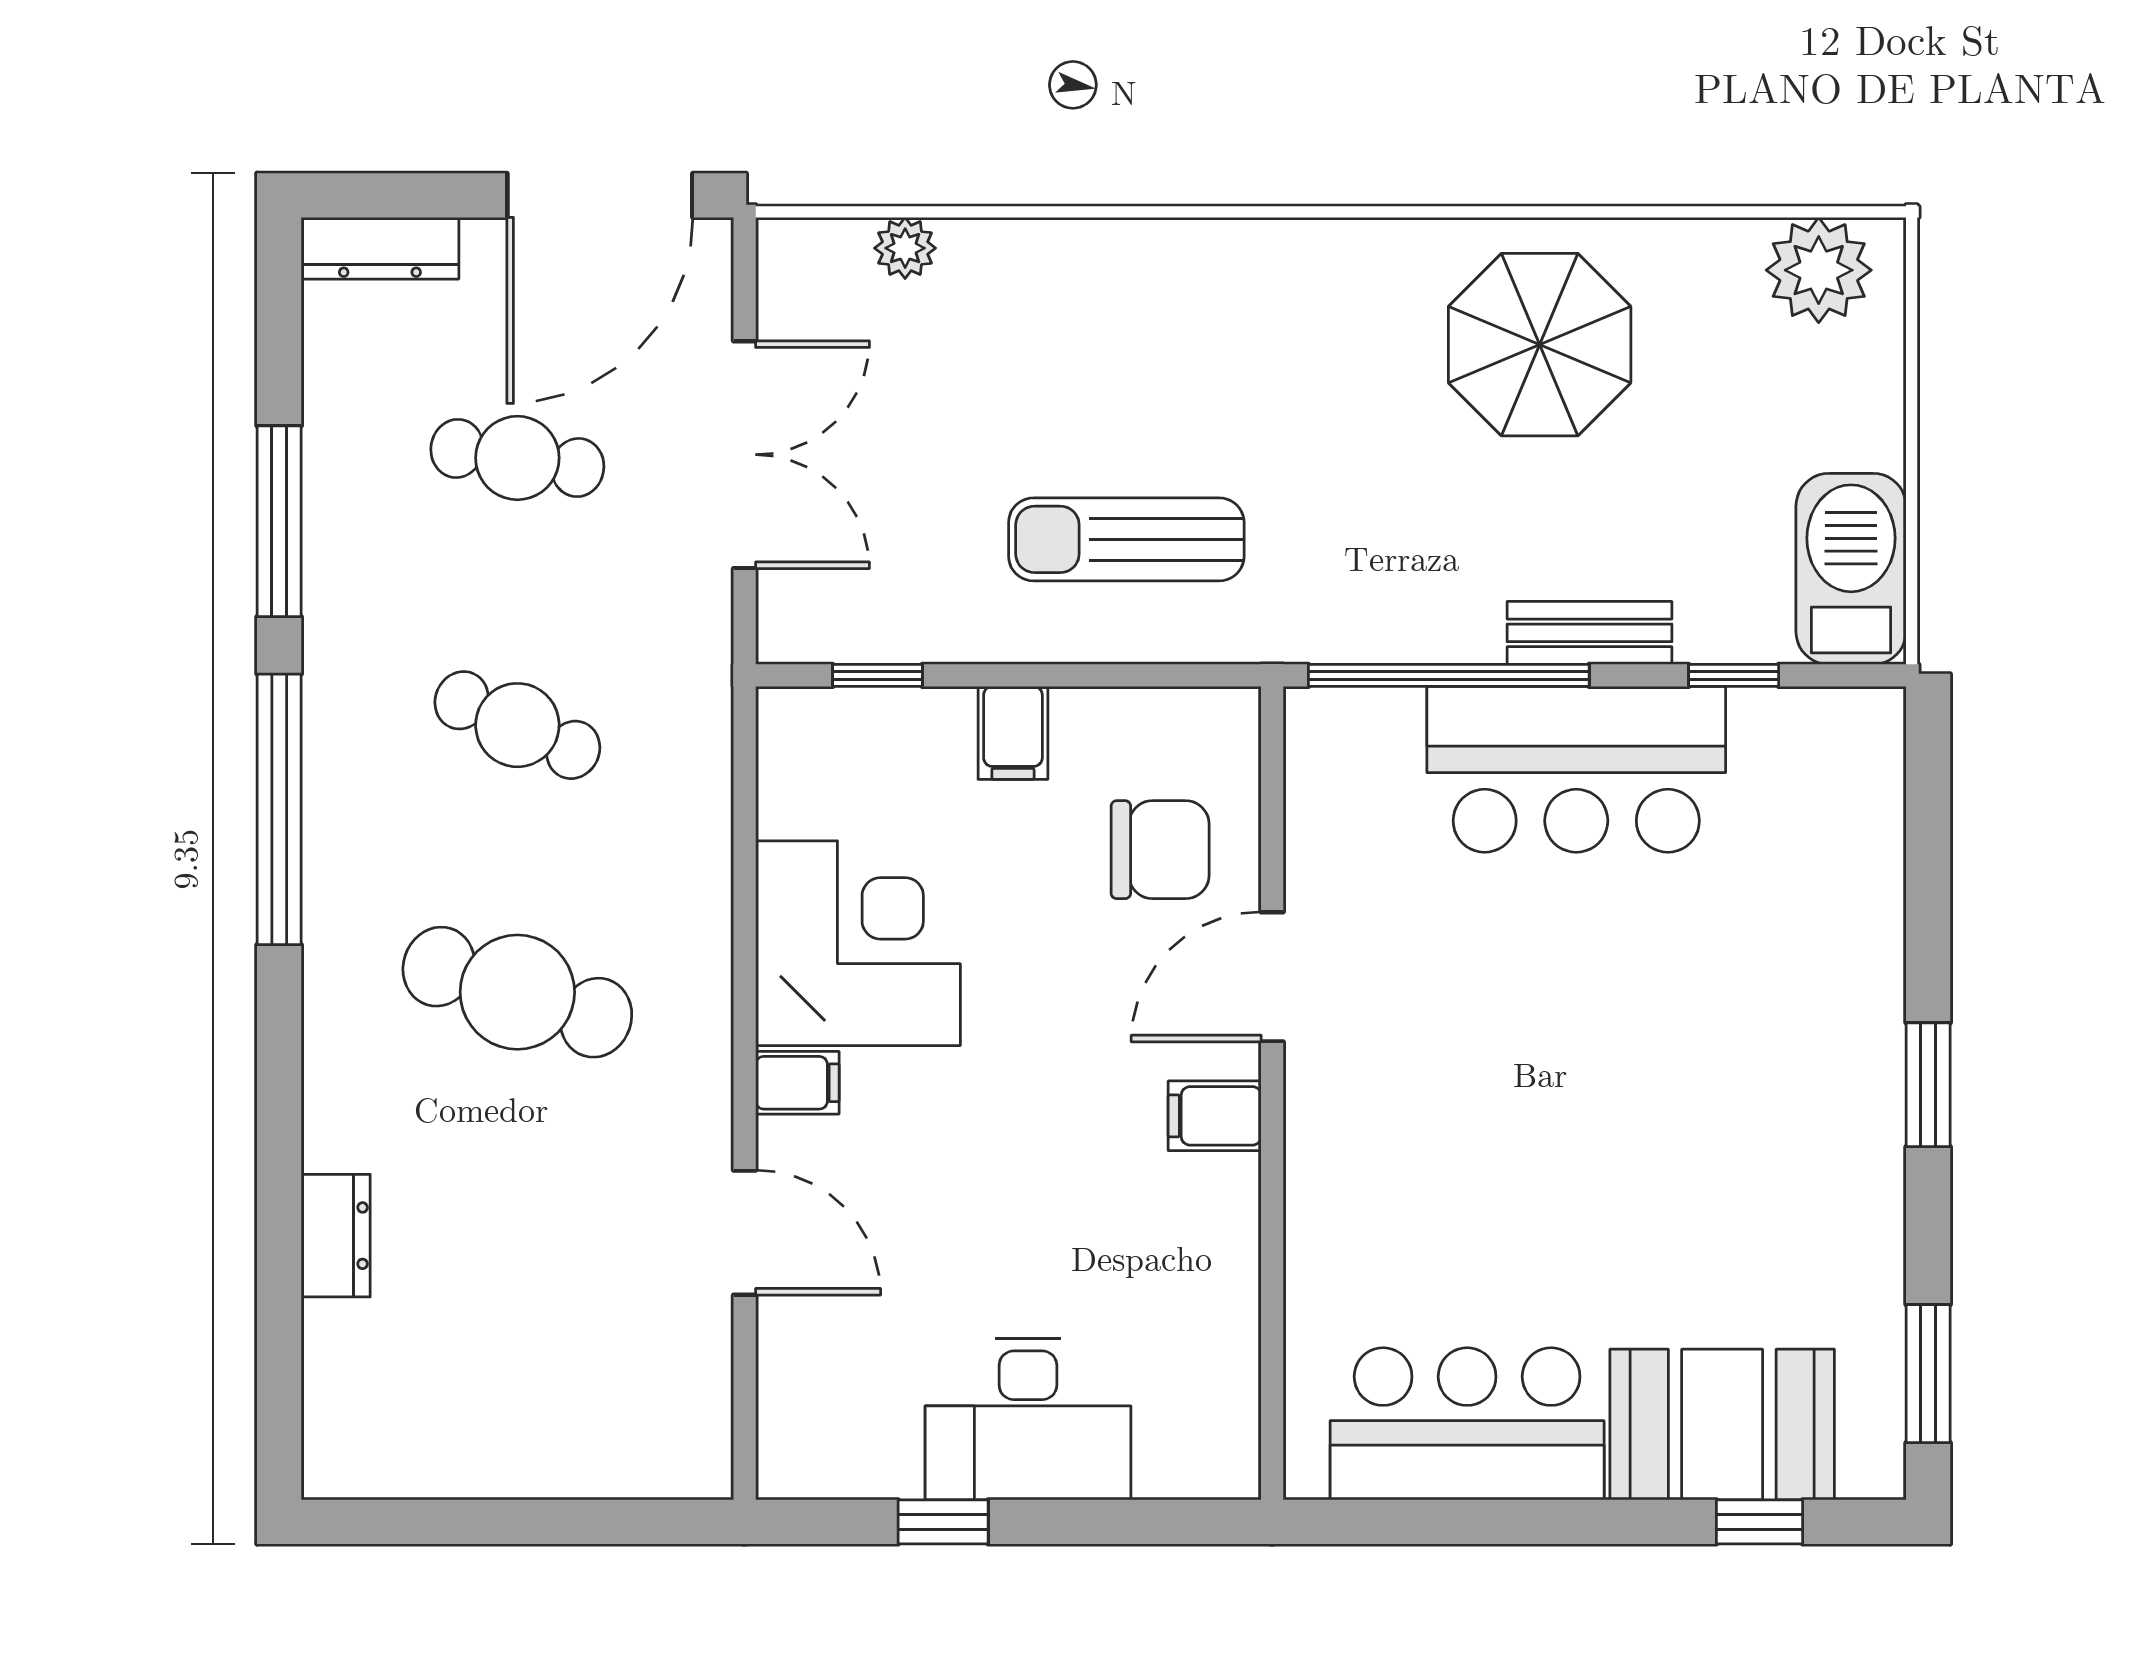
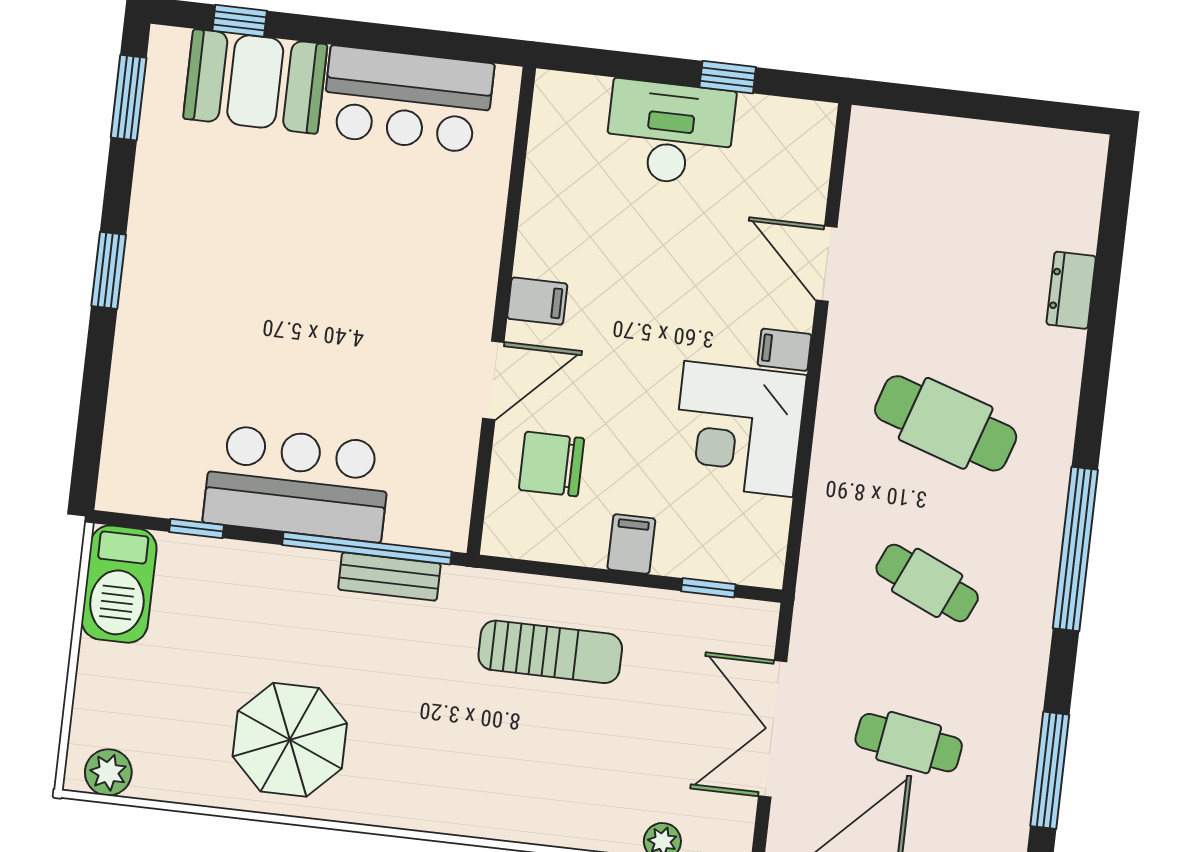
plant: (1819, 270) -> (108, 772), width x0.73, depth x0.73
window: (279, 521) -> (1050, 770), moved
bench: (1590, 633) -> (389, 577), moved

